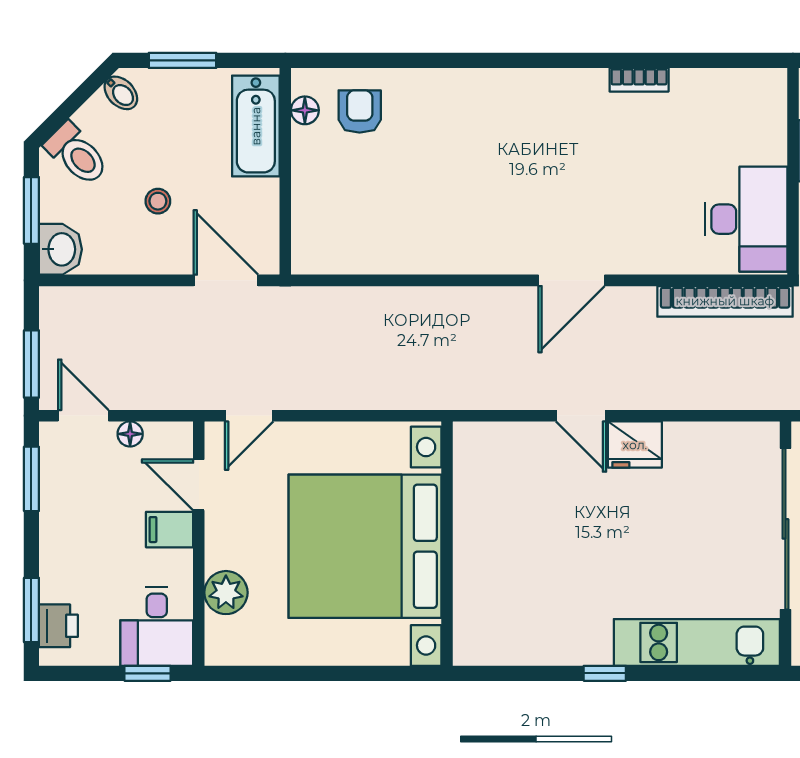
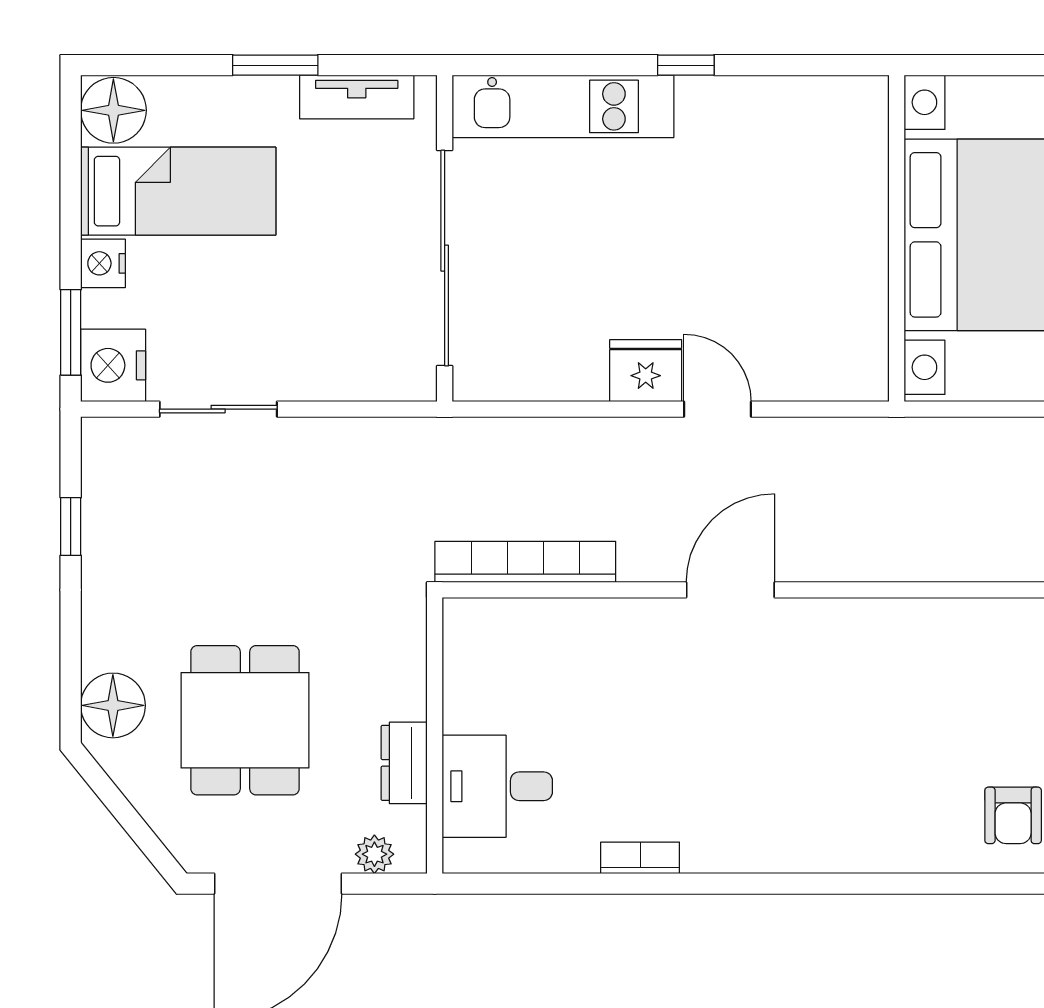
desk: (746, 219) -> (497, 786), moved, width x0.73

